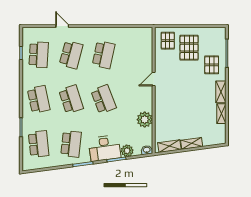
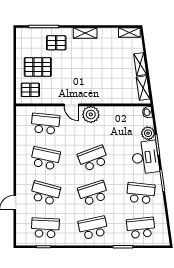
school desk: (136, 55) -> (45, 124), added
shelving: (221, 114) -> (129, 33), moved
plant: (145, 120) -> (91, 114), moved

